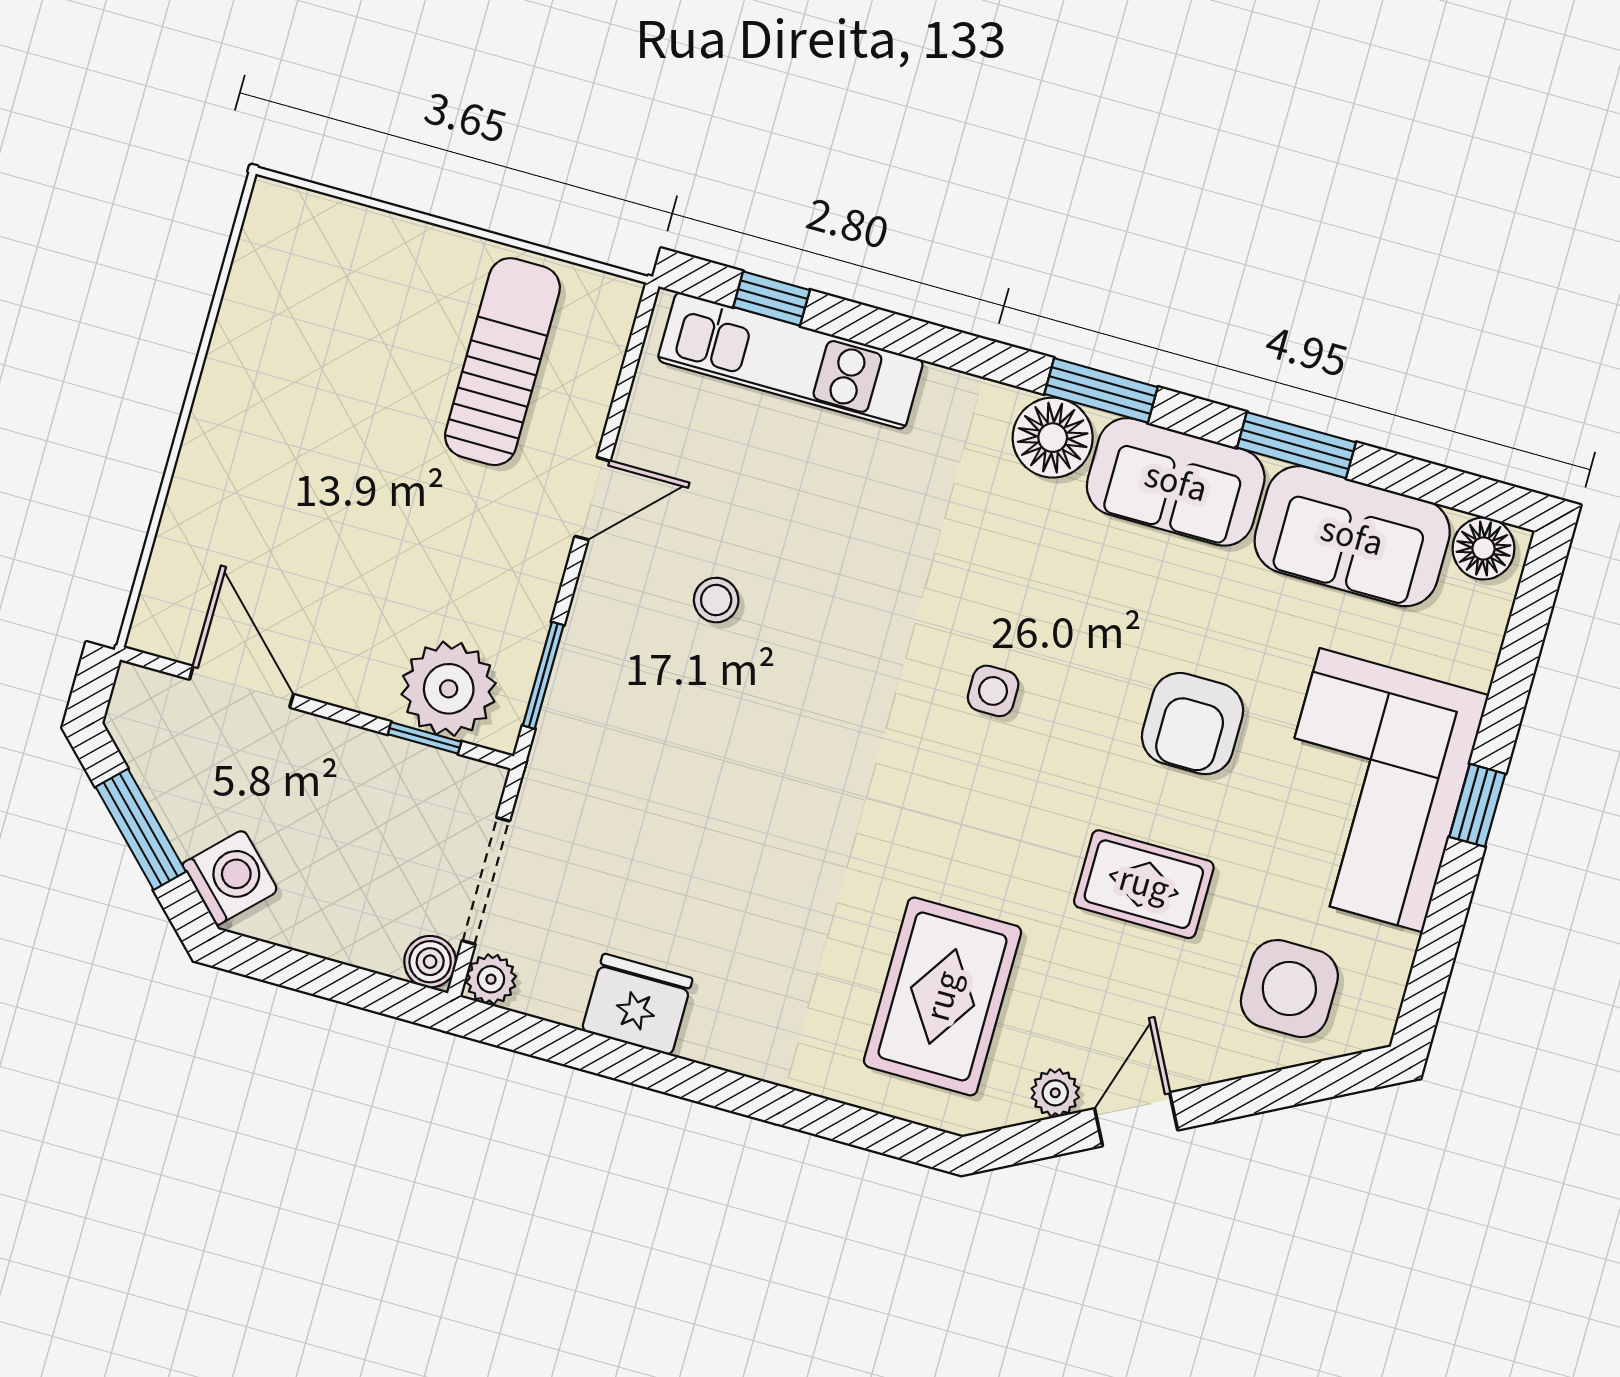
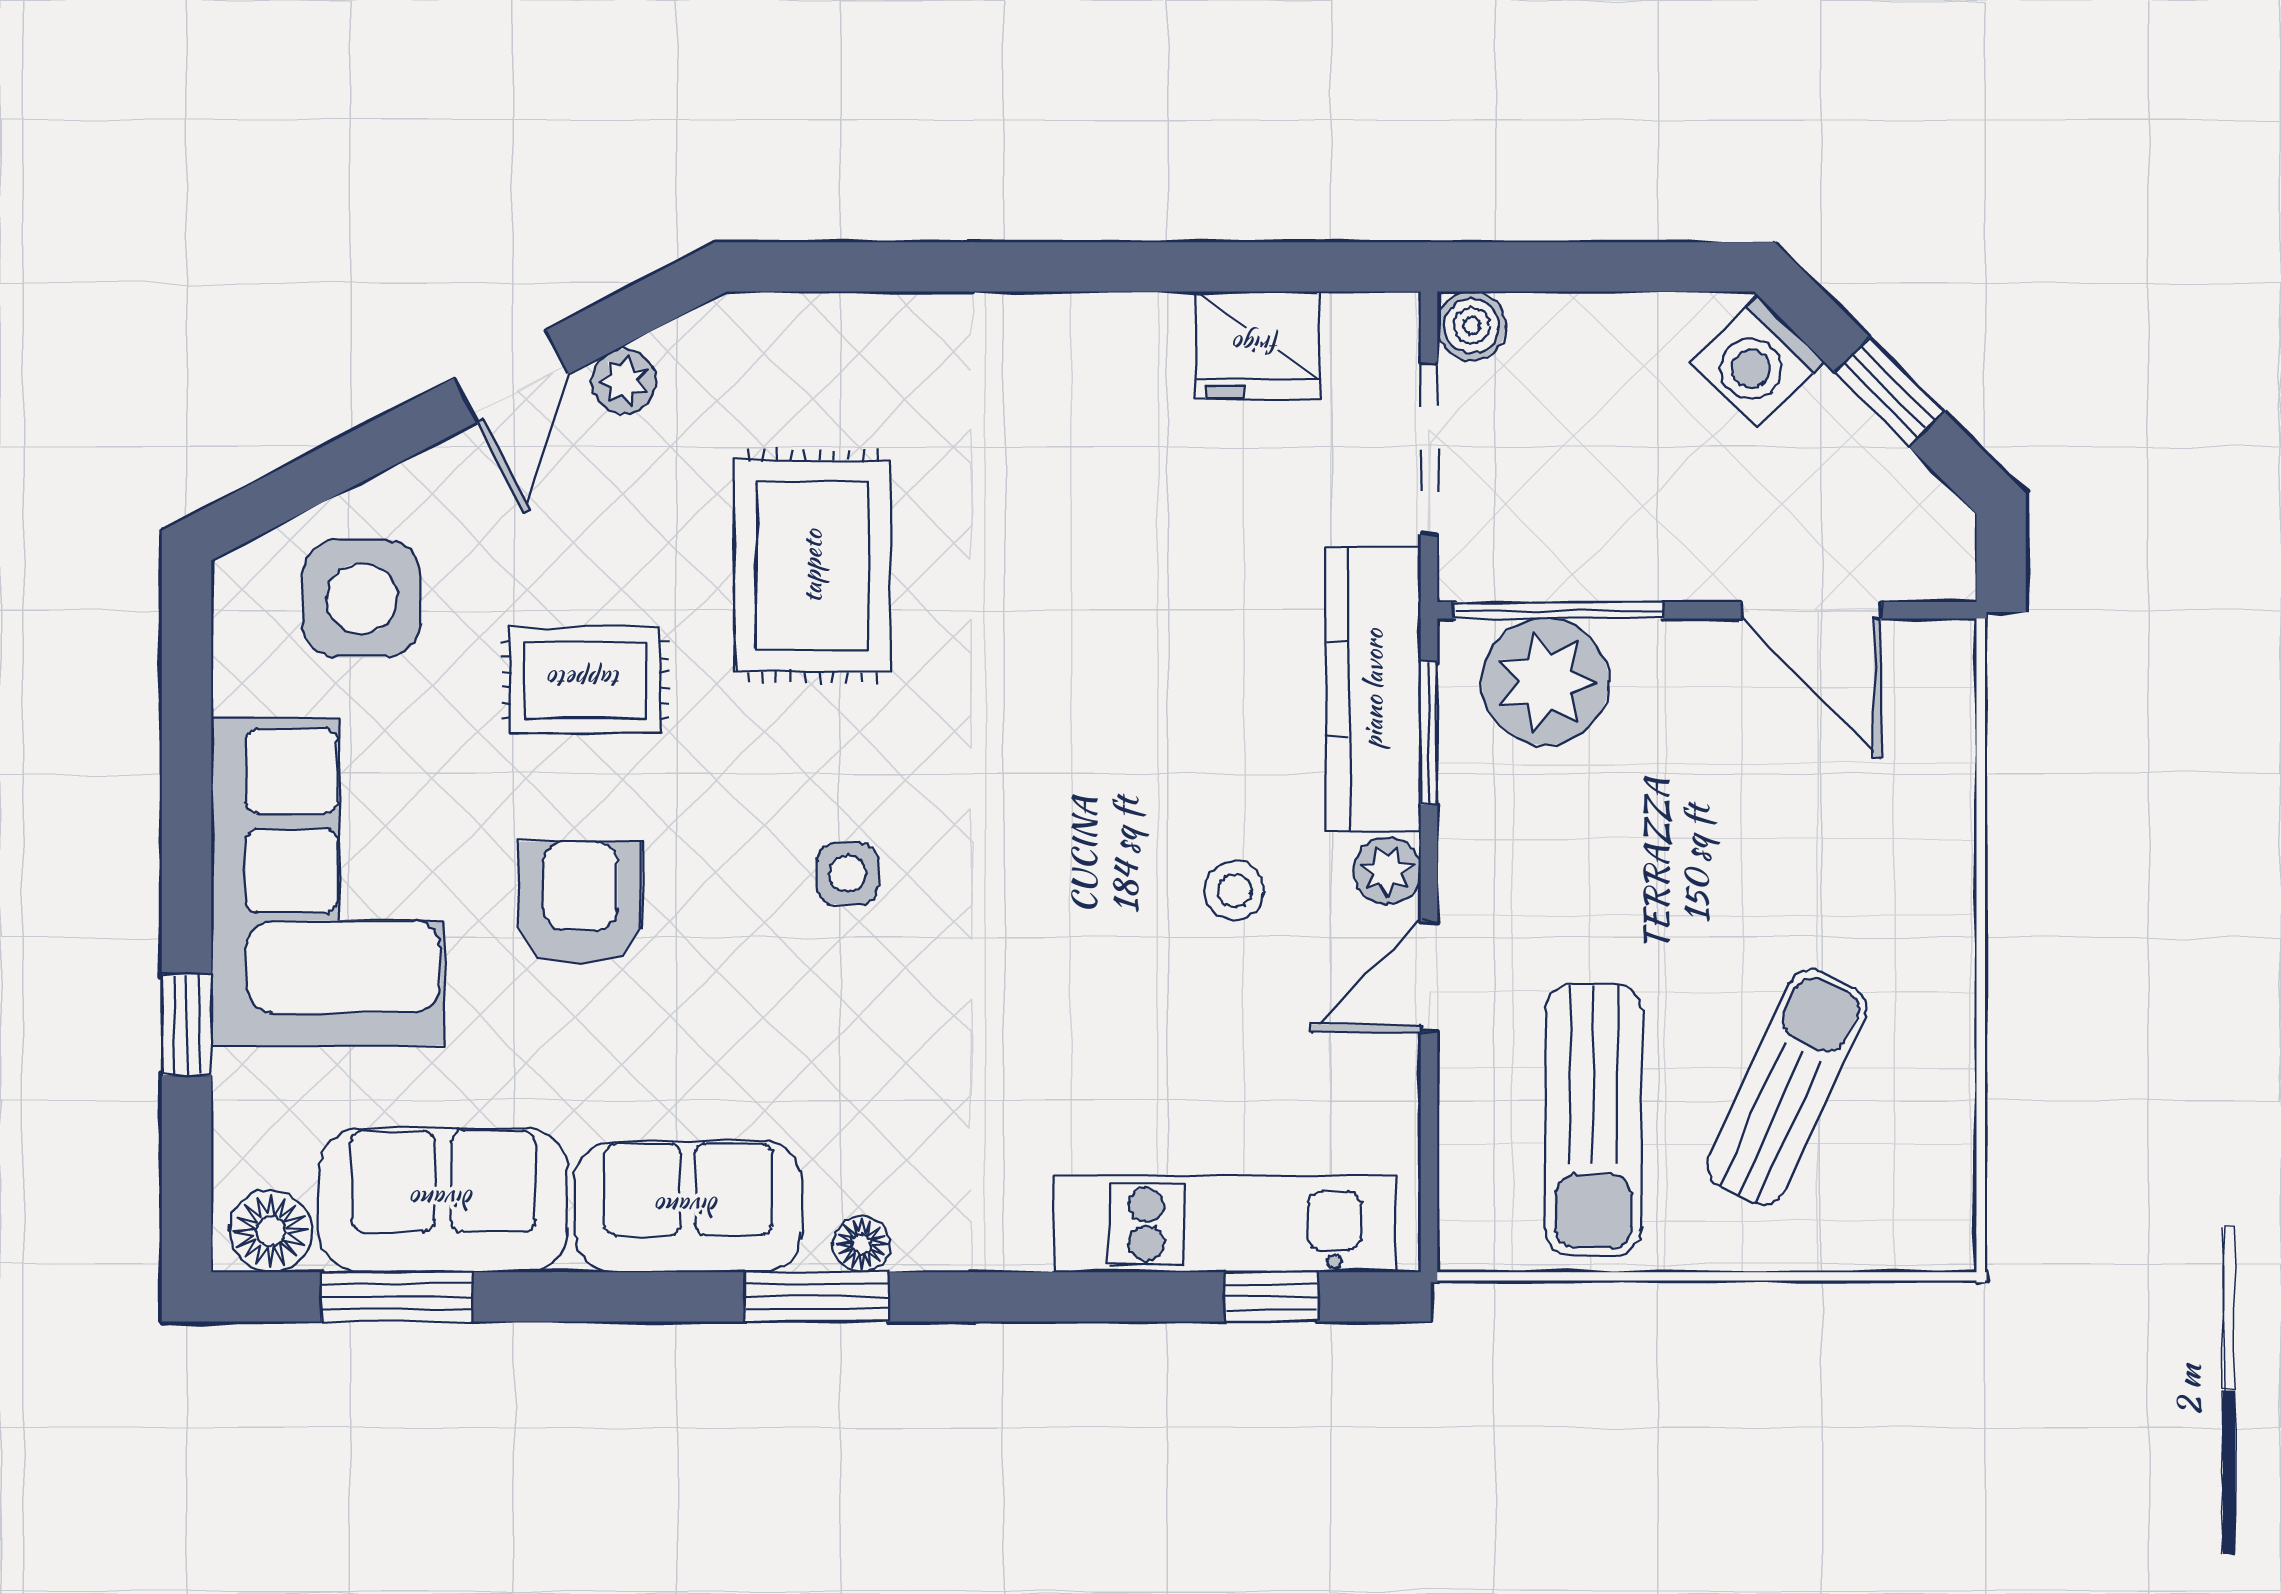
sun lounger: (356, 346) -> (1787, 1087), added
floor lamp: (1053, 438) -> (862, 1244), width x0.53, depth x0.53
window: (1296, 445) -> (397, 1297), moved
kitchen counter: (575, 719) -> (1373, 689), added
window: (425, 738) -> (1558, 610), width x2.17
window: (1477, 805) -> (186, 1025), moved
window: (141, 829) -> (1889, 392), width x0.67
plant: (491, 979) -> (1387, 871), moved
rug: (943, 996) -> (812, 566), moved
fridge: (637, 1004) -> (1257, 345), moved

